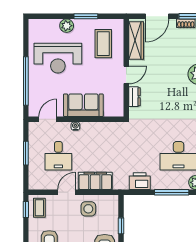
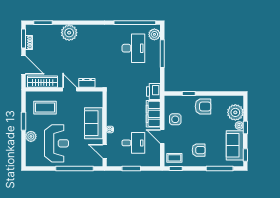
printer: (140, 181) -> (153, 91), moved

